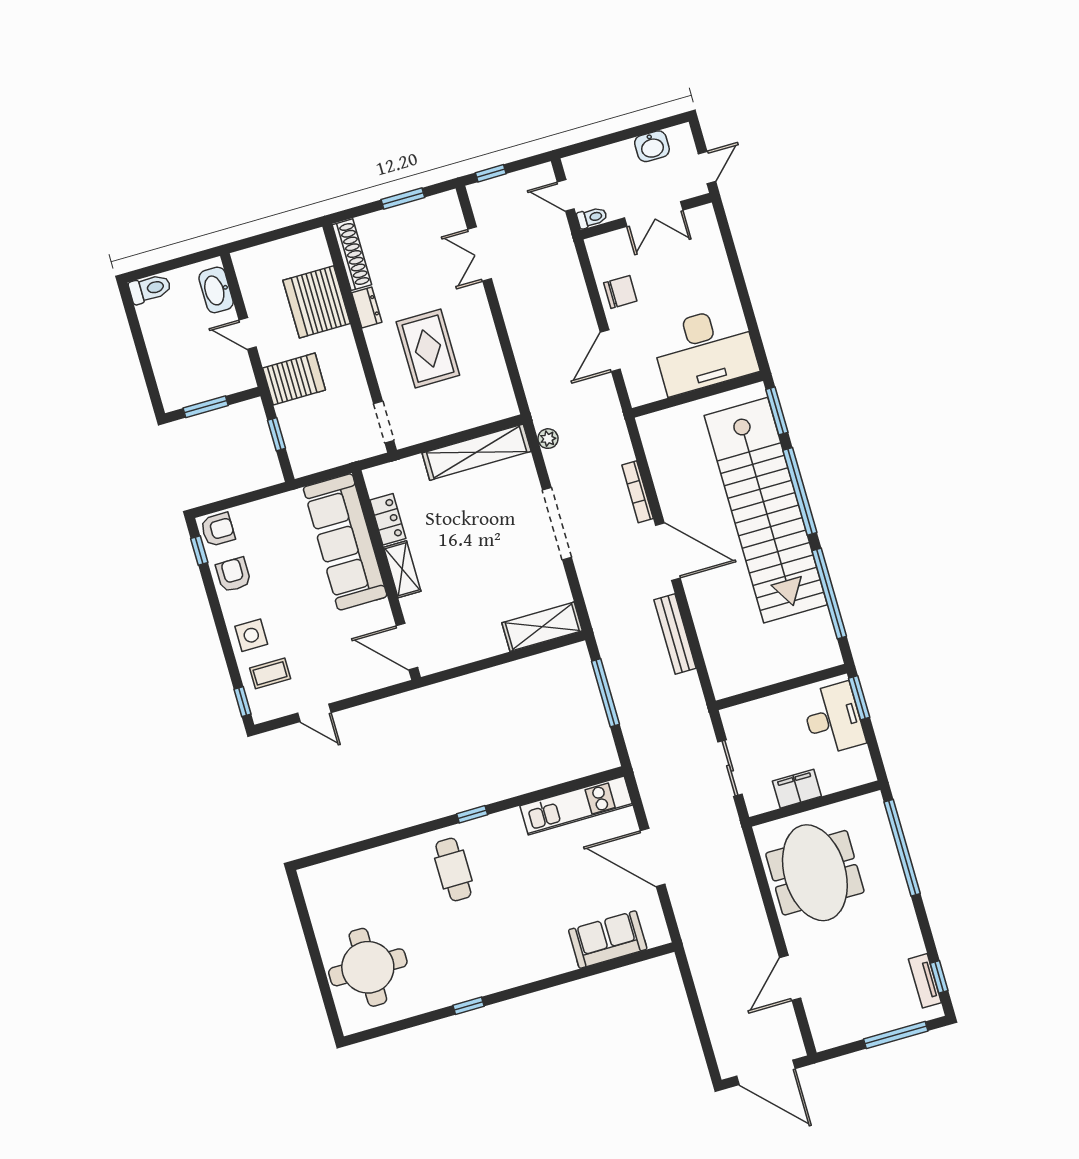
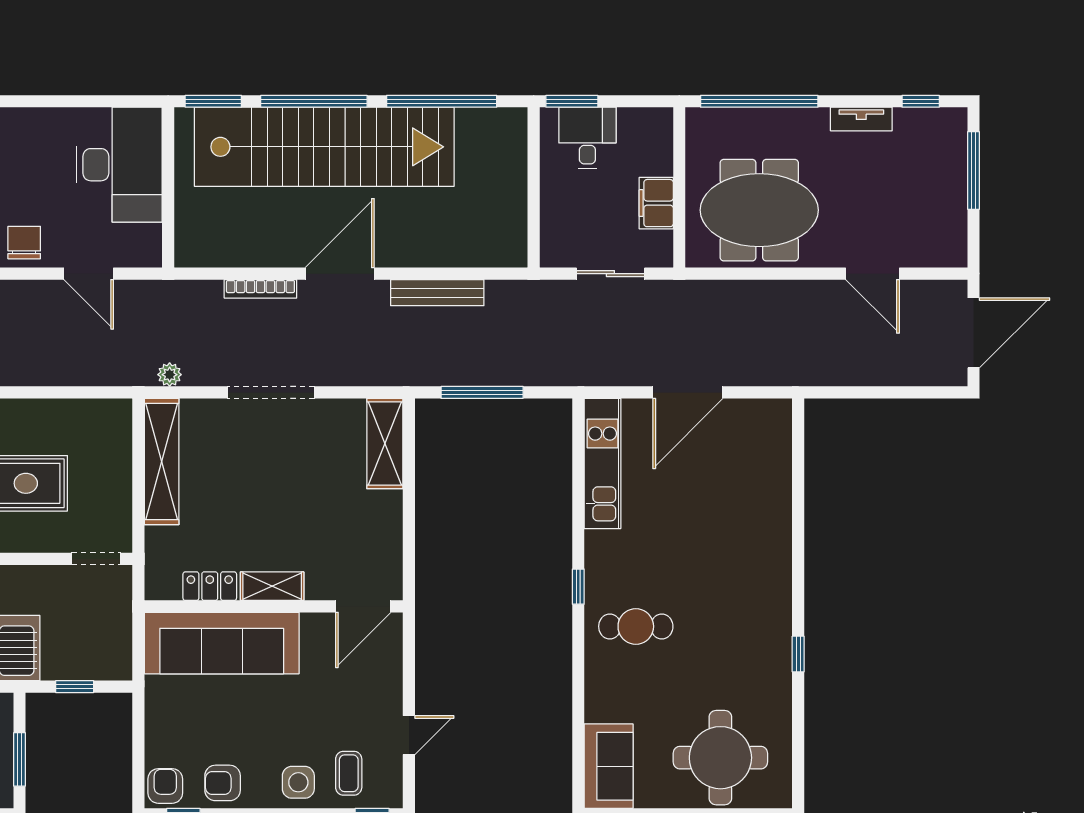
desk: (833, 719) -> (587, 138), width x0.73
sofa: (608, 940) -> (609, 766), moved, turned 180
tv unit: (925, 981) -> (861, 119), moved

